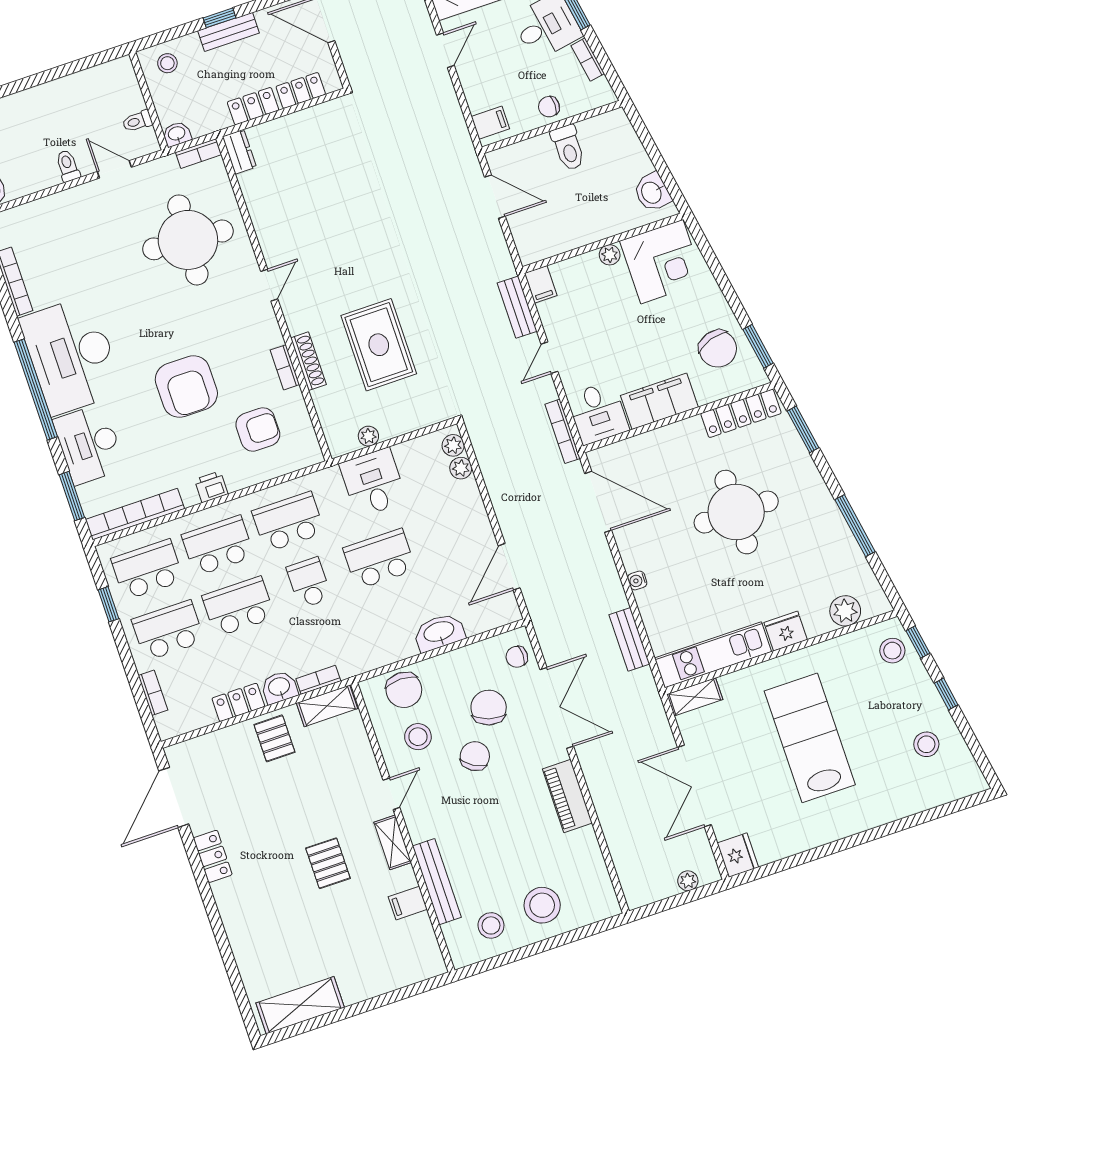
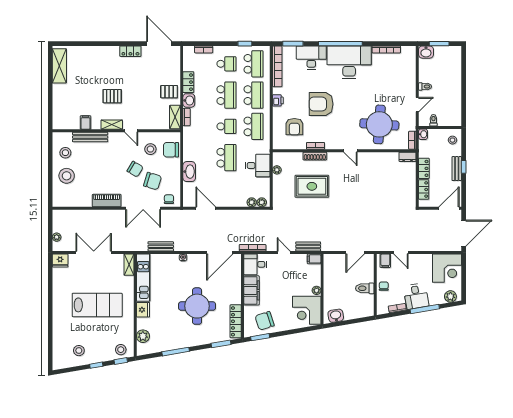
door: (445, 50) -> (401, 253), moved
school desk: (168, 630) -> (226, 64), width x0.54

